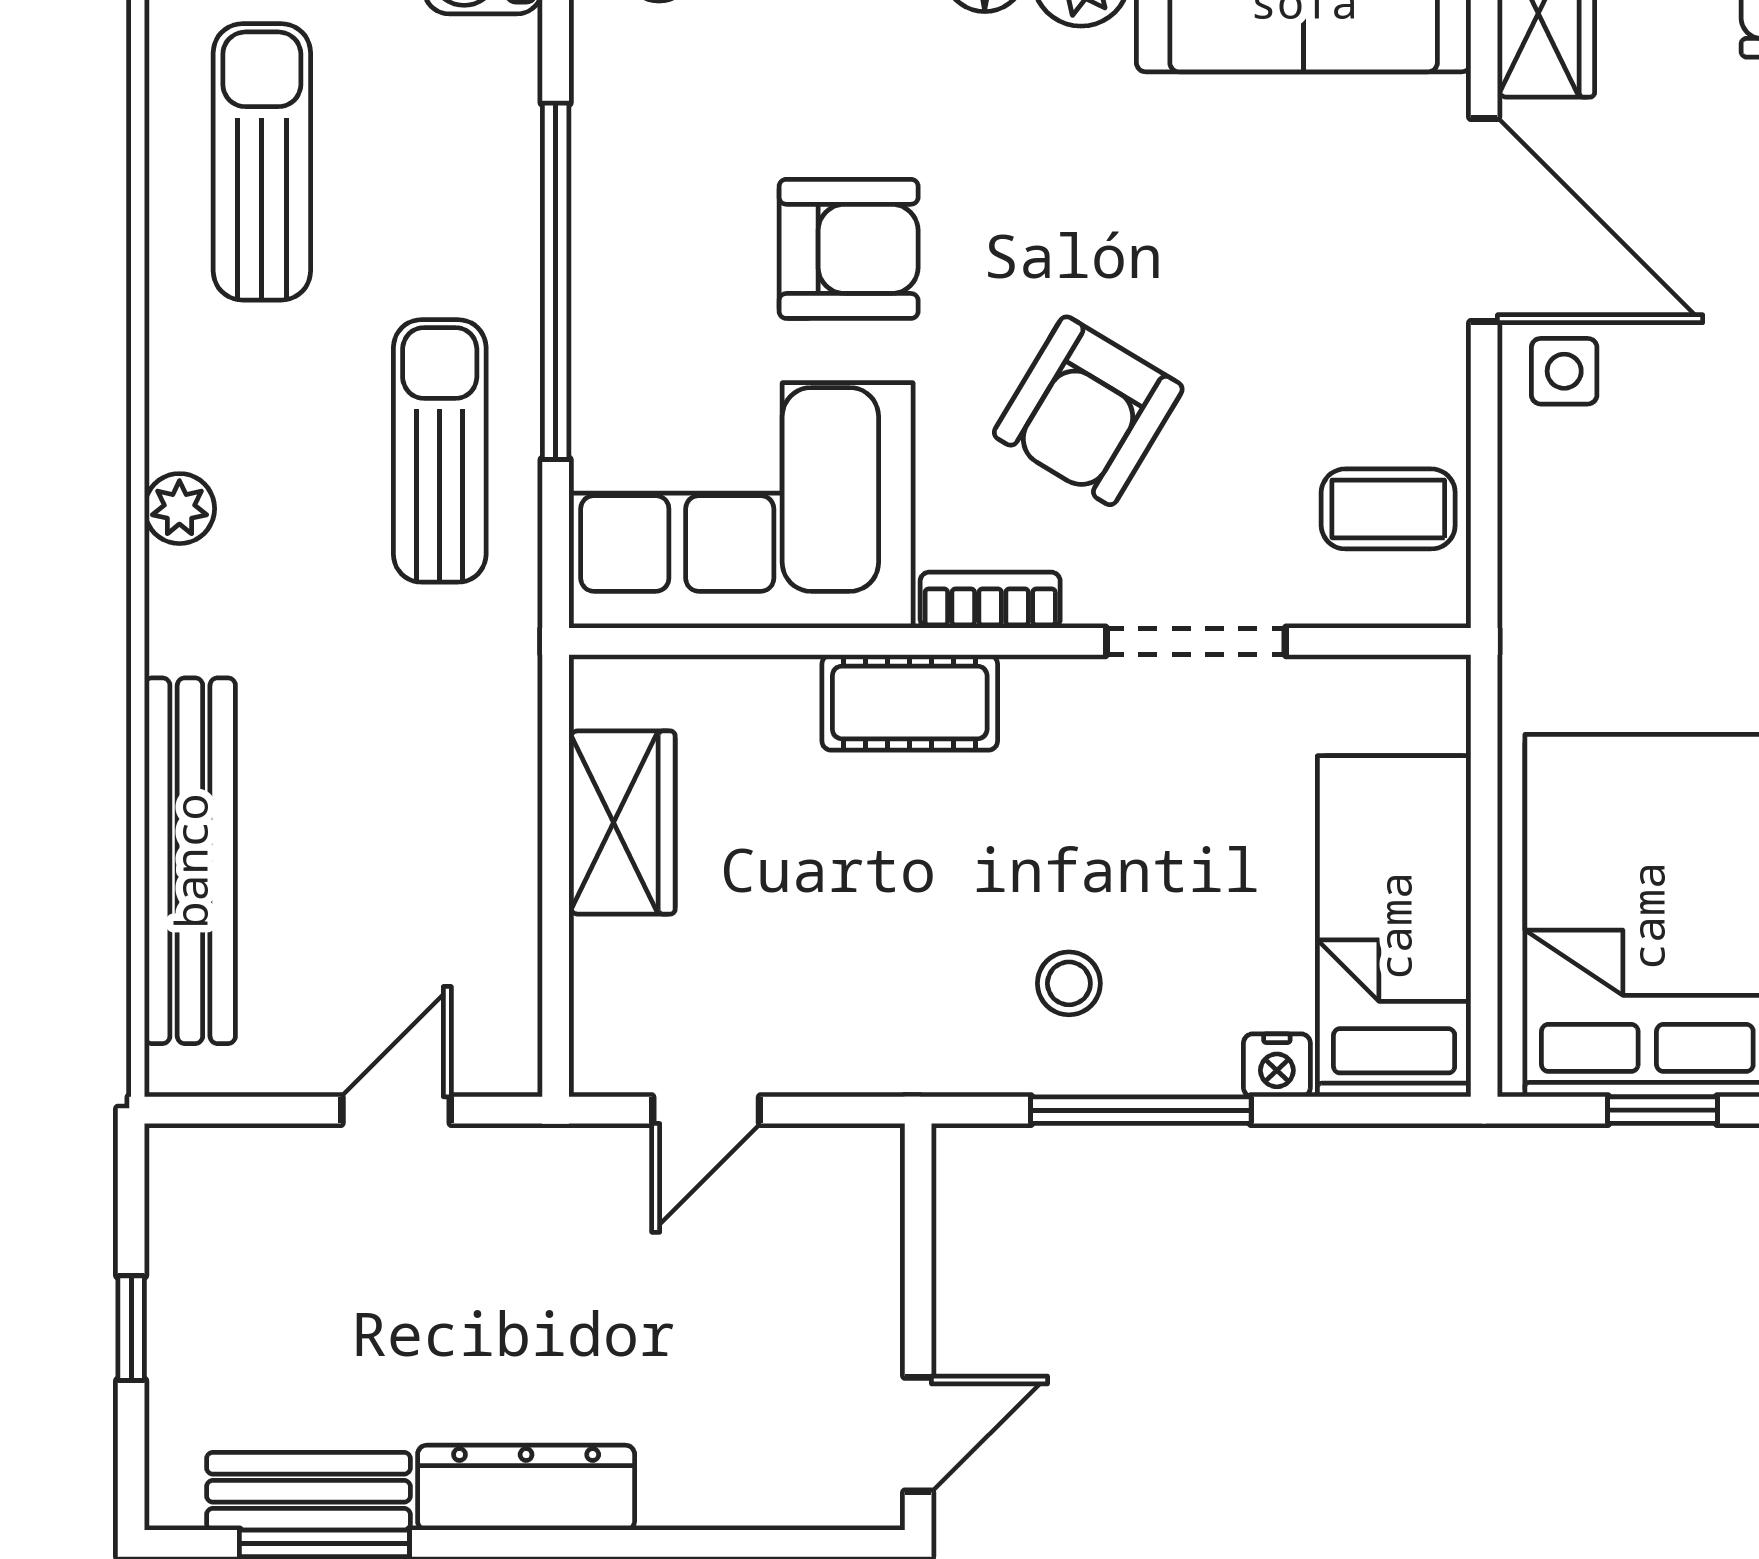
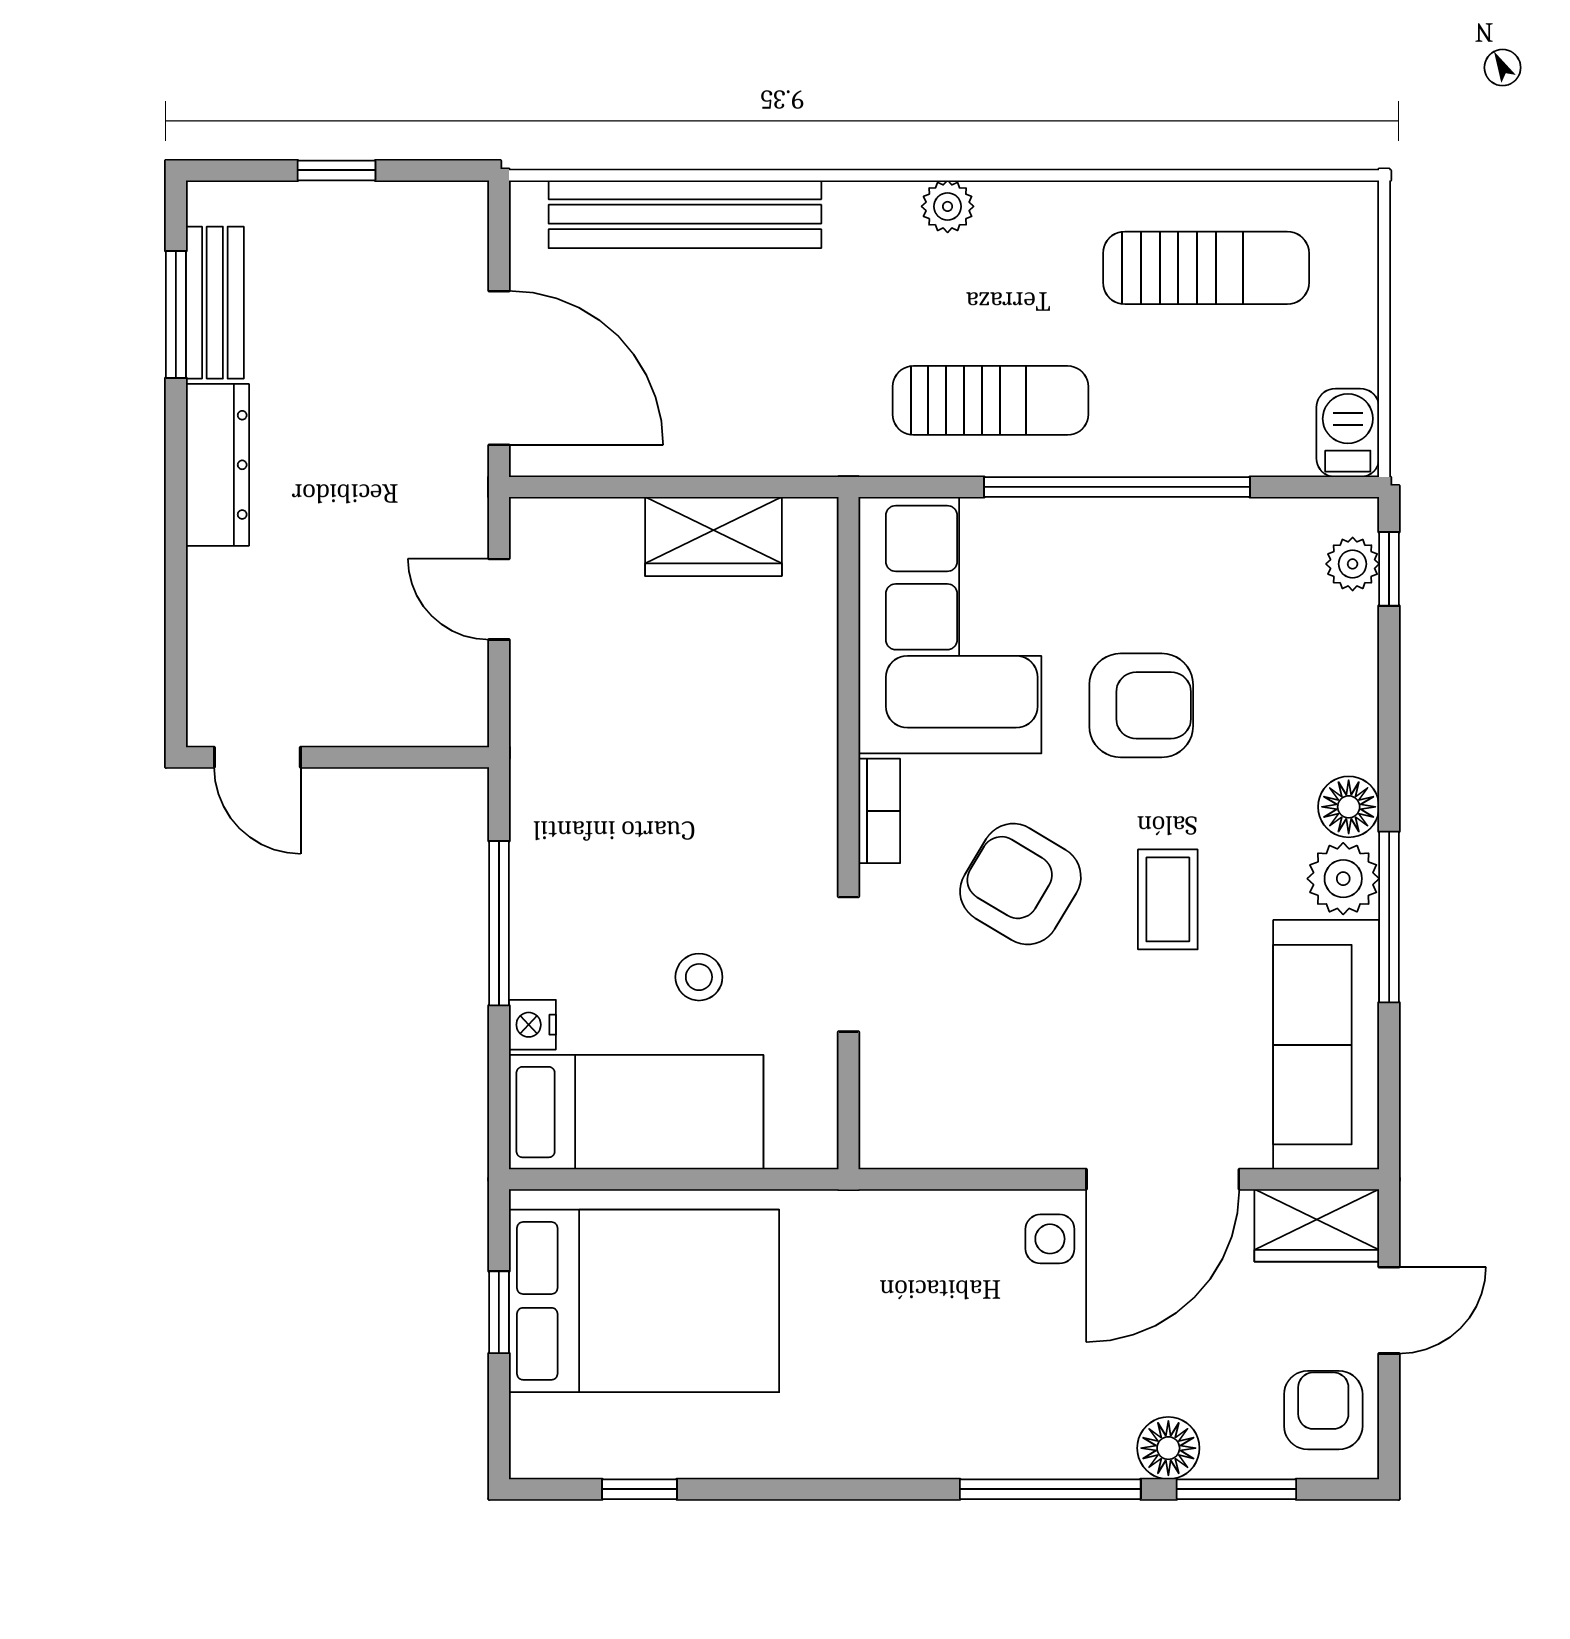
armchair: (849, 249) -> (1141, 705), turned -90
coffee table: (1388, 509) -> (1168, 899), moved
cot: (910, 702) -> (803, 751), removed
stool: (1069, 983) -> (699, 977), moved
door: (396, 1110) -> (499, 368), width x1.88

